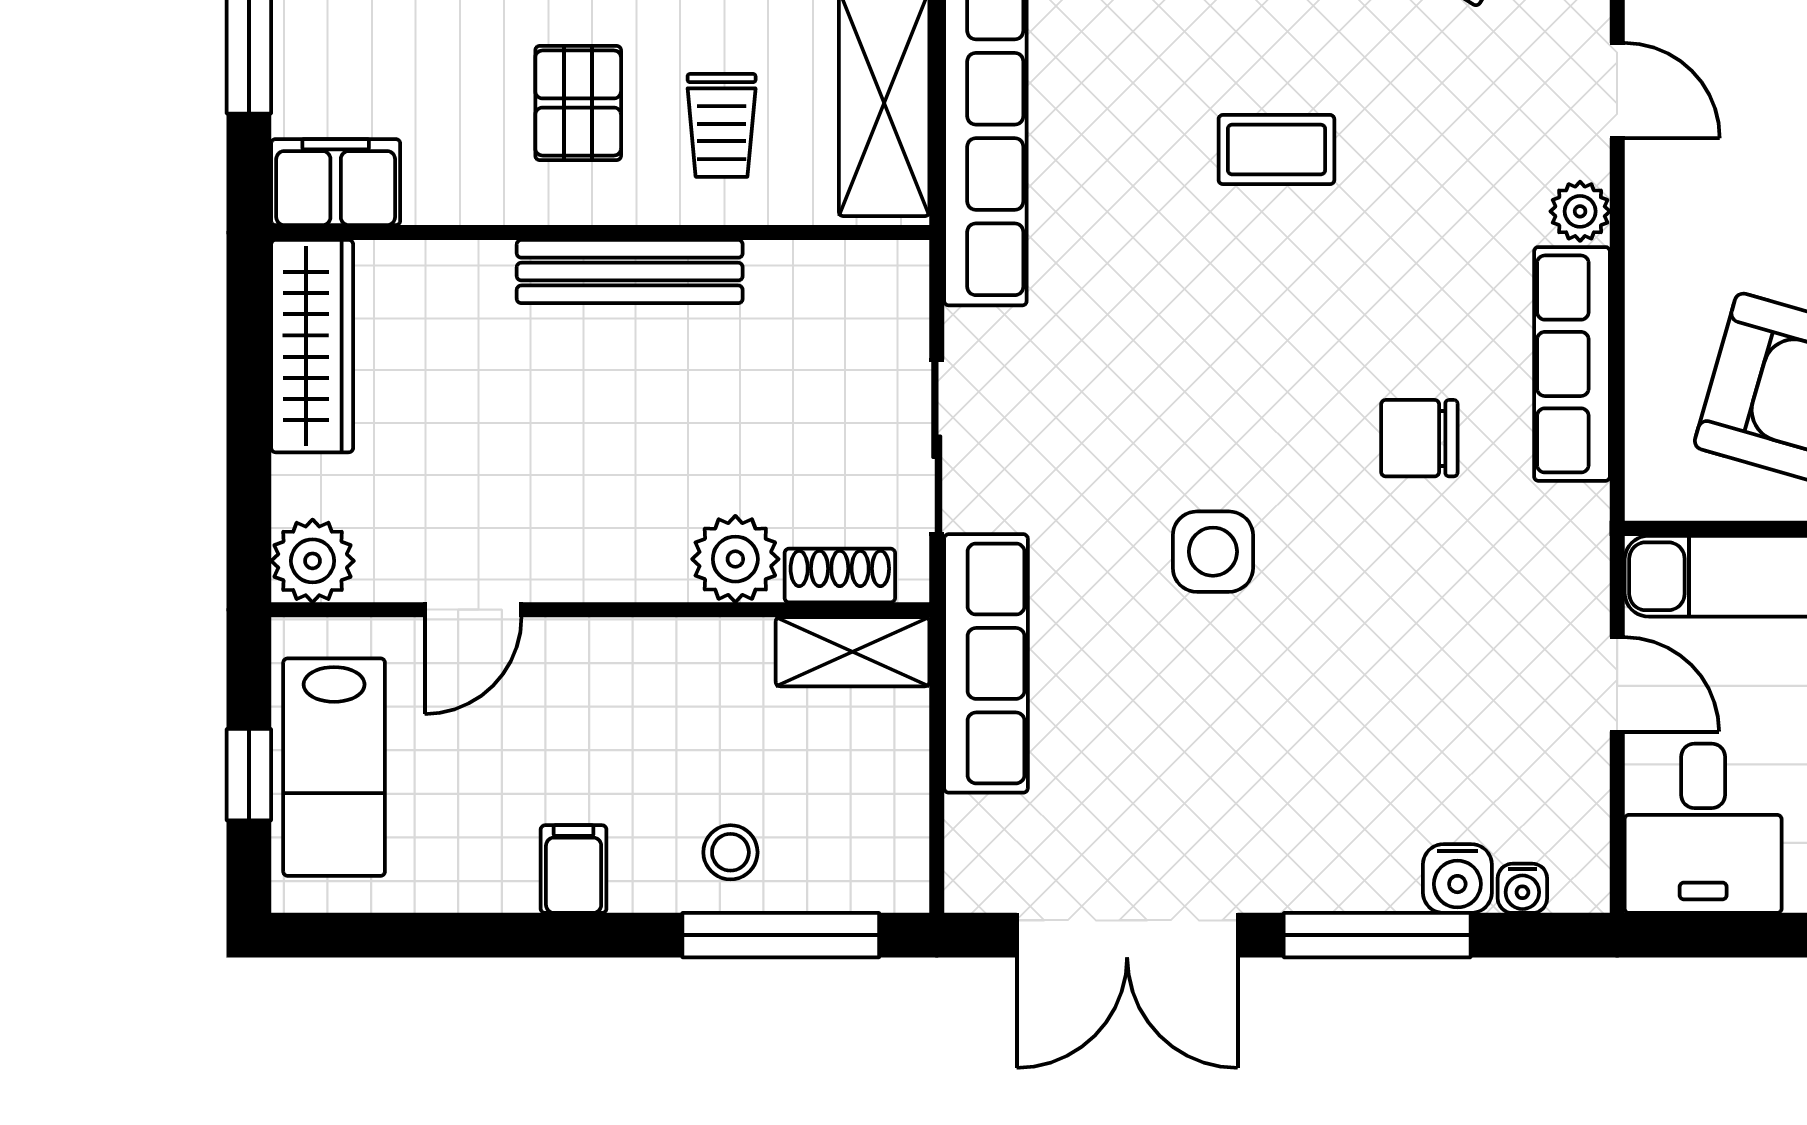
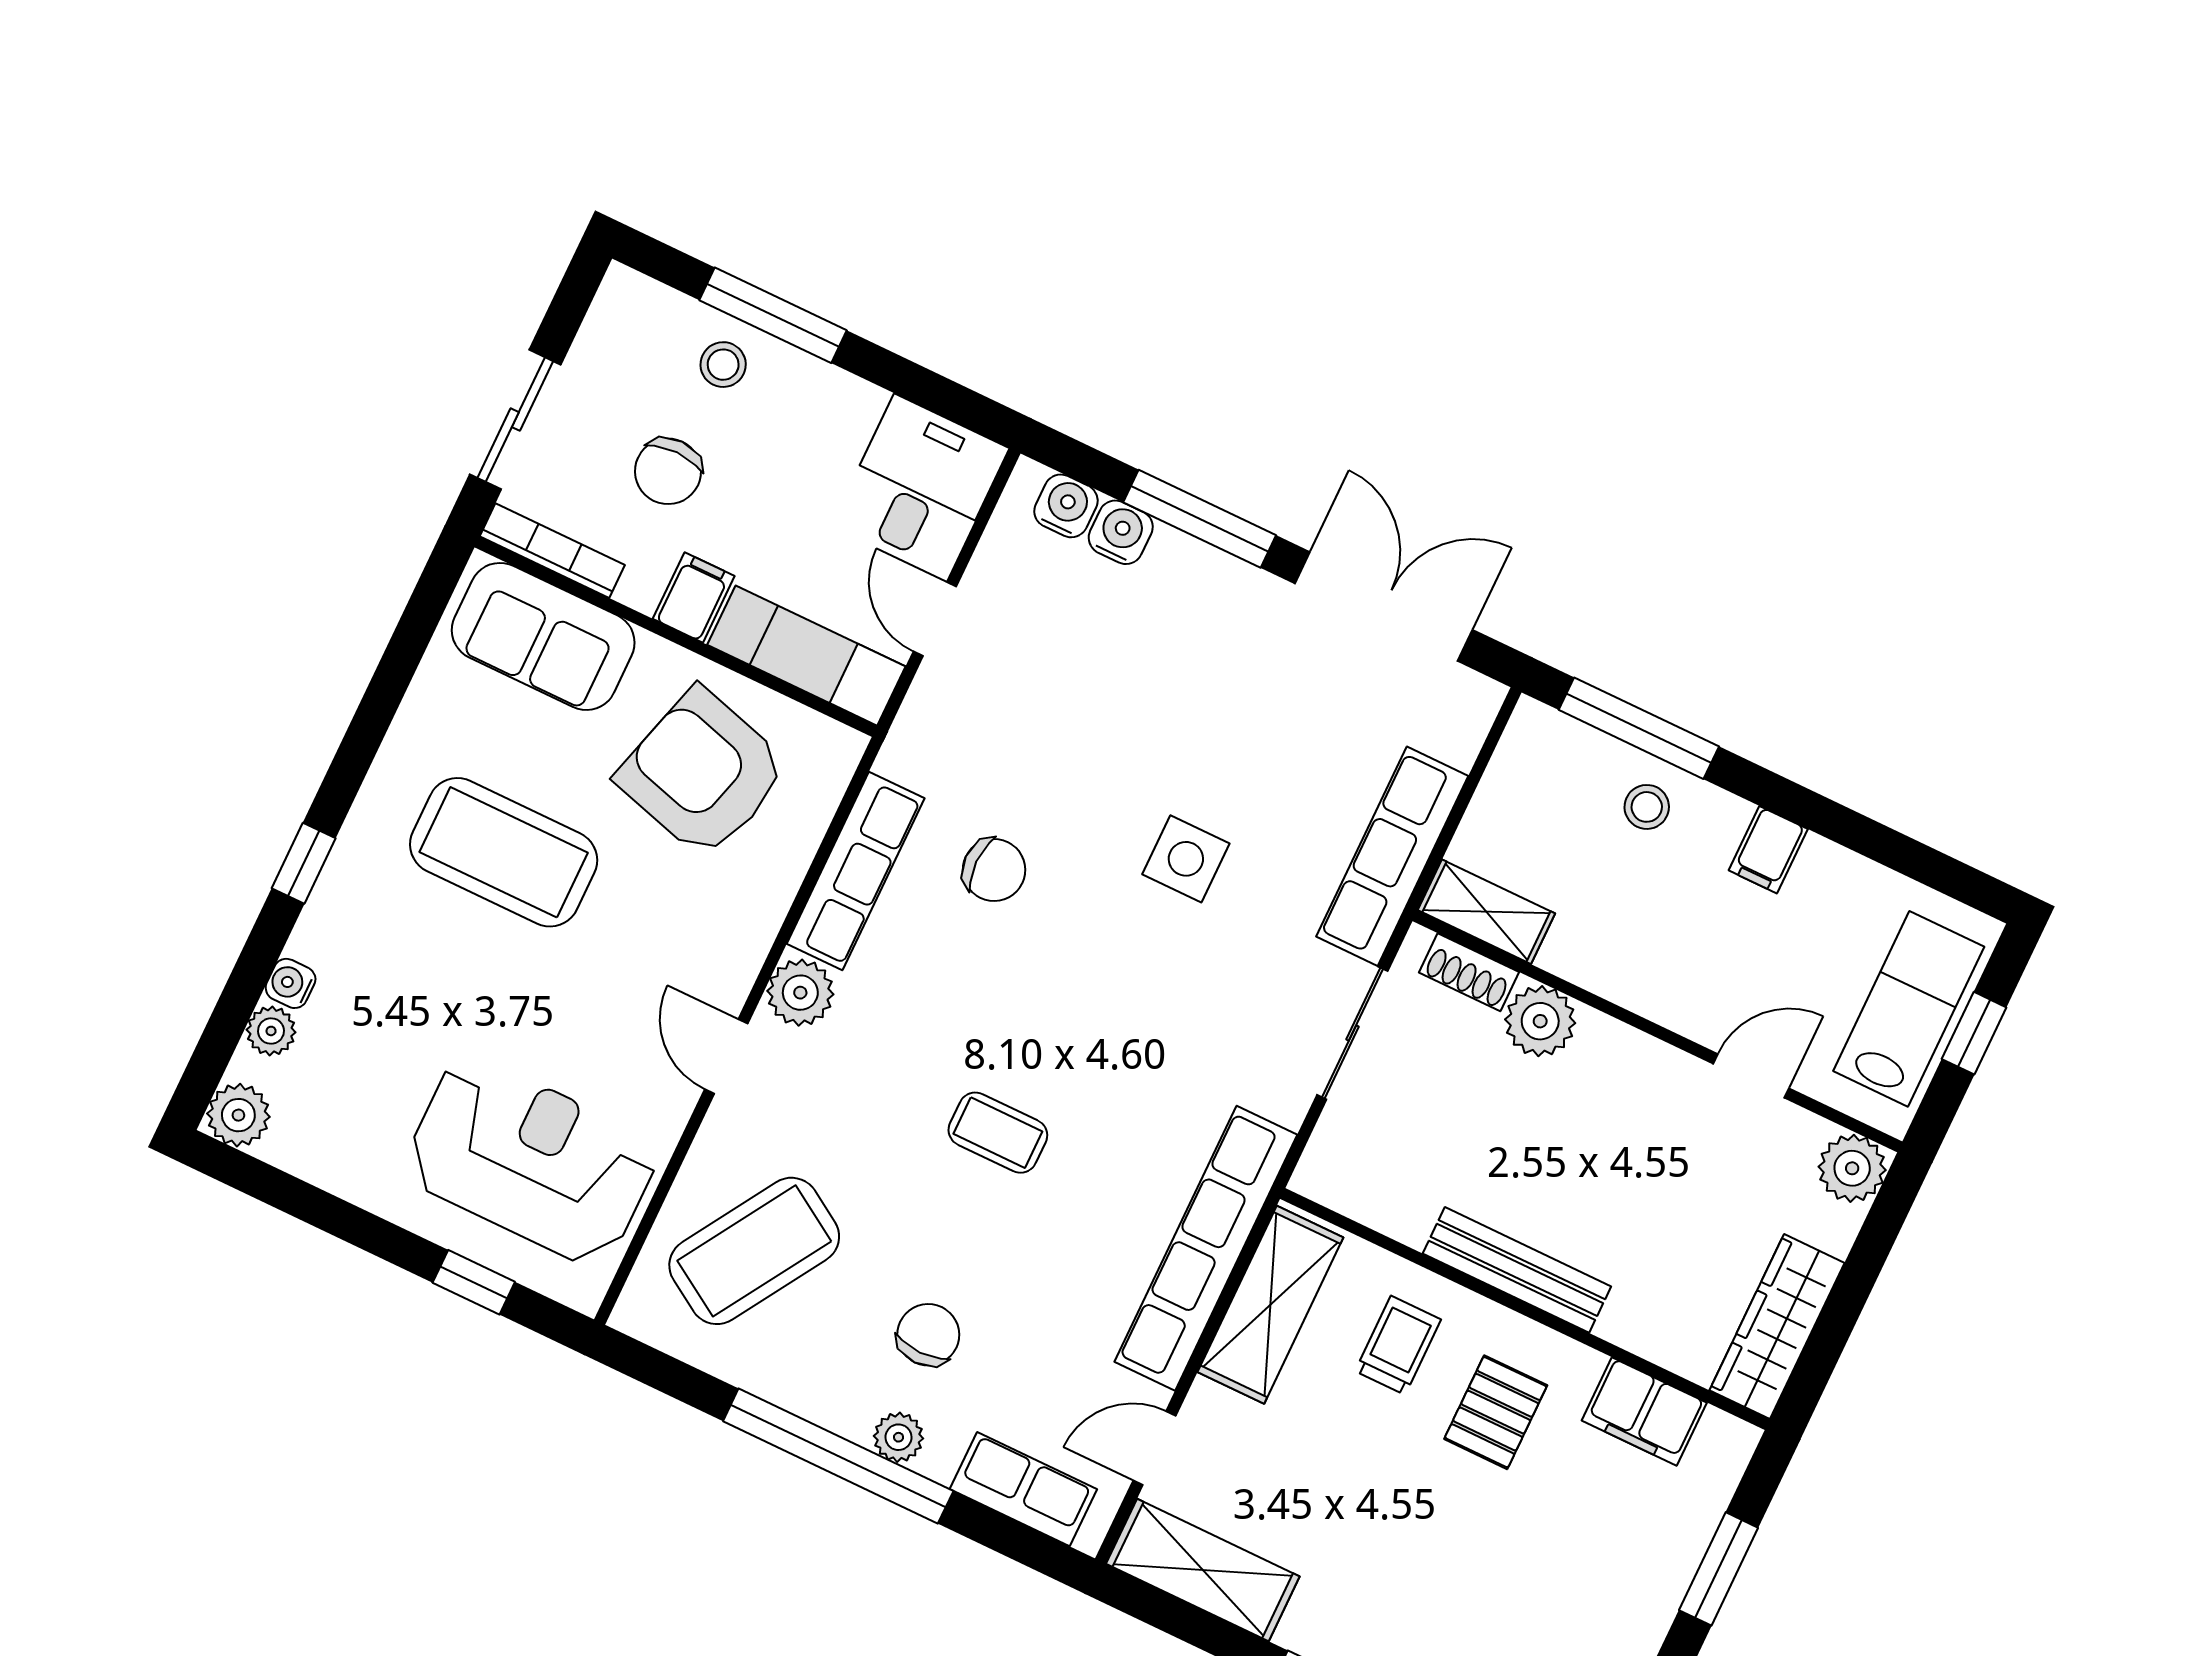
filing cabinet: (336, 182) -> (1644, 1412), moved
plant: (1580, 211) -> (800, 993), width x1.38, depth x1.38
water cooler: (1522, 888) -> (1066, 506), width x1.38, depth x1.38

